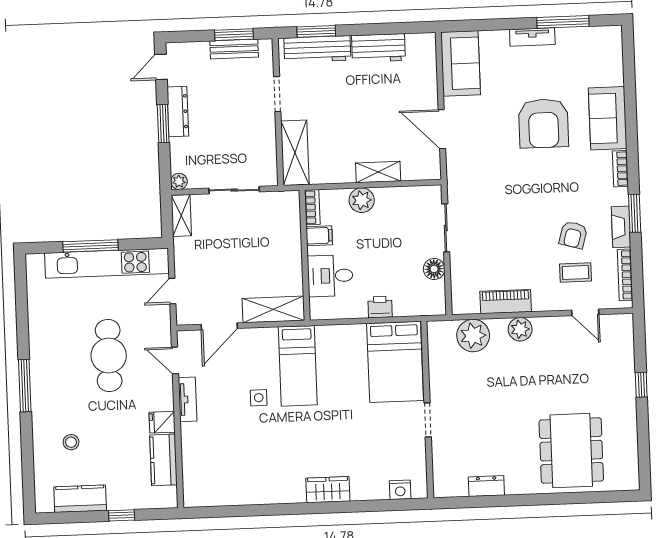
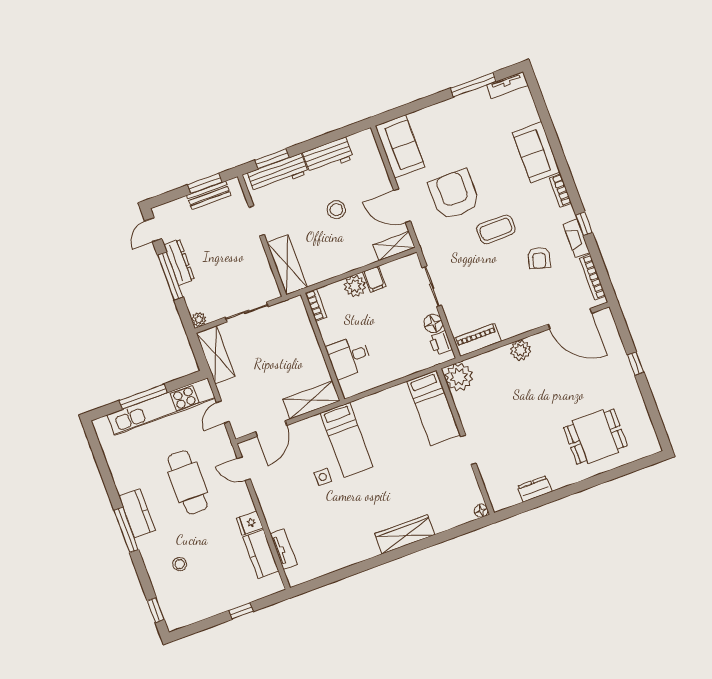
tv unit: (532, 37) -> (507, 85), moved
stool: (369, 110) -> (336, 210), added
armchair: (544, 123) -> (454, 195), moved, turned 180
window: (163, 124) -> (170, 276), width x1.44
shelving: (378, 172) -> (394, 246), moved
window: (635, 213) -> (584, 224), width x0.67
shelving: (181, 215) -> (216, 355), width x1.50, depth x1.33
filing cabinet: (319, 236) -> (374, 279), moved, turned 90
coffee table: (576, 273) -> (496, 229), moved, width x1.36, depth x1.30
piano: (506, 302) -> (477, 340), moved
printer: (380, 307) -> (440, 343), moved, turned -90
door: (585, 312) -> (570, 319), width x1.87
plant: (473, 336) -> (459, 377), moved
bed: (395, 362) -> (433, 408), width x0.67
tv unit: (188, 399) -> (283, 549), moved
dining table: (571, 451) -> (595, 437), width x0.73
window: (28, 484) -> (156, 610), added
wardrobe: (328, 490) -> (405, 534), width x1.50
nightstand: (400, 490) -> (464, 515), removed
floor lamp: (420, 491) -> (481, 511), added
kitchen counter: (80, 499) -> (137, 513), moved, turned 90

